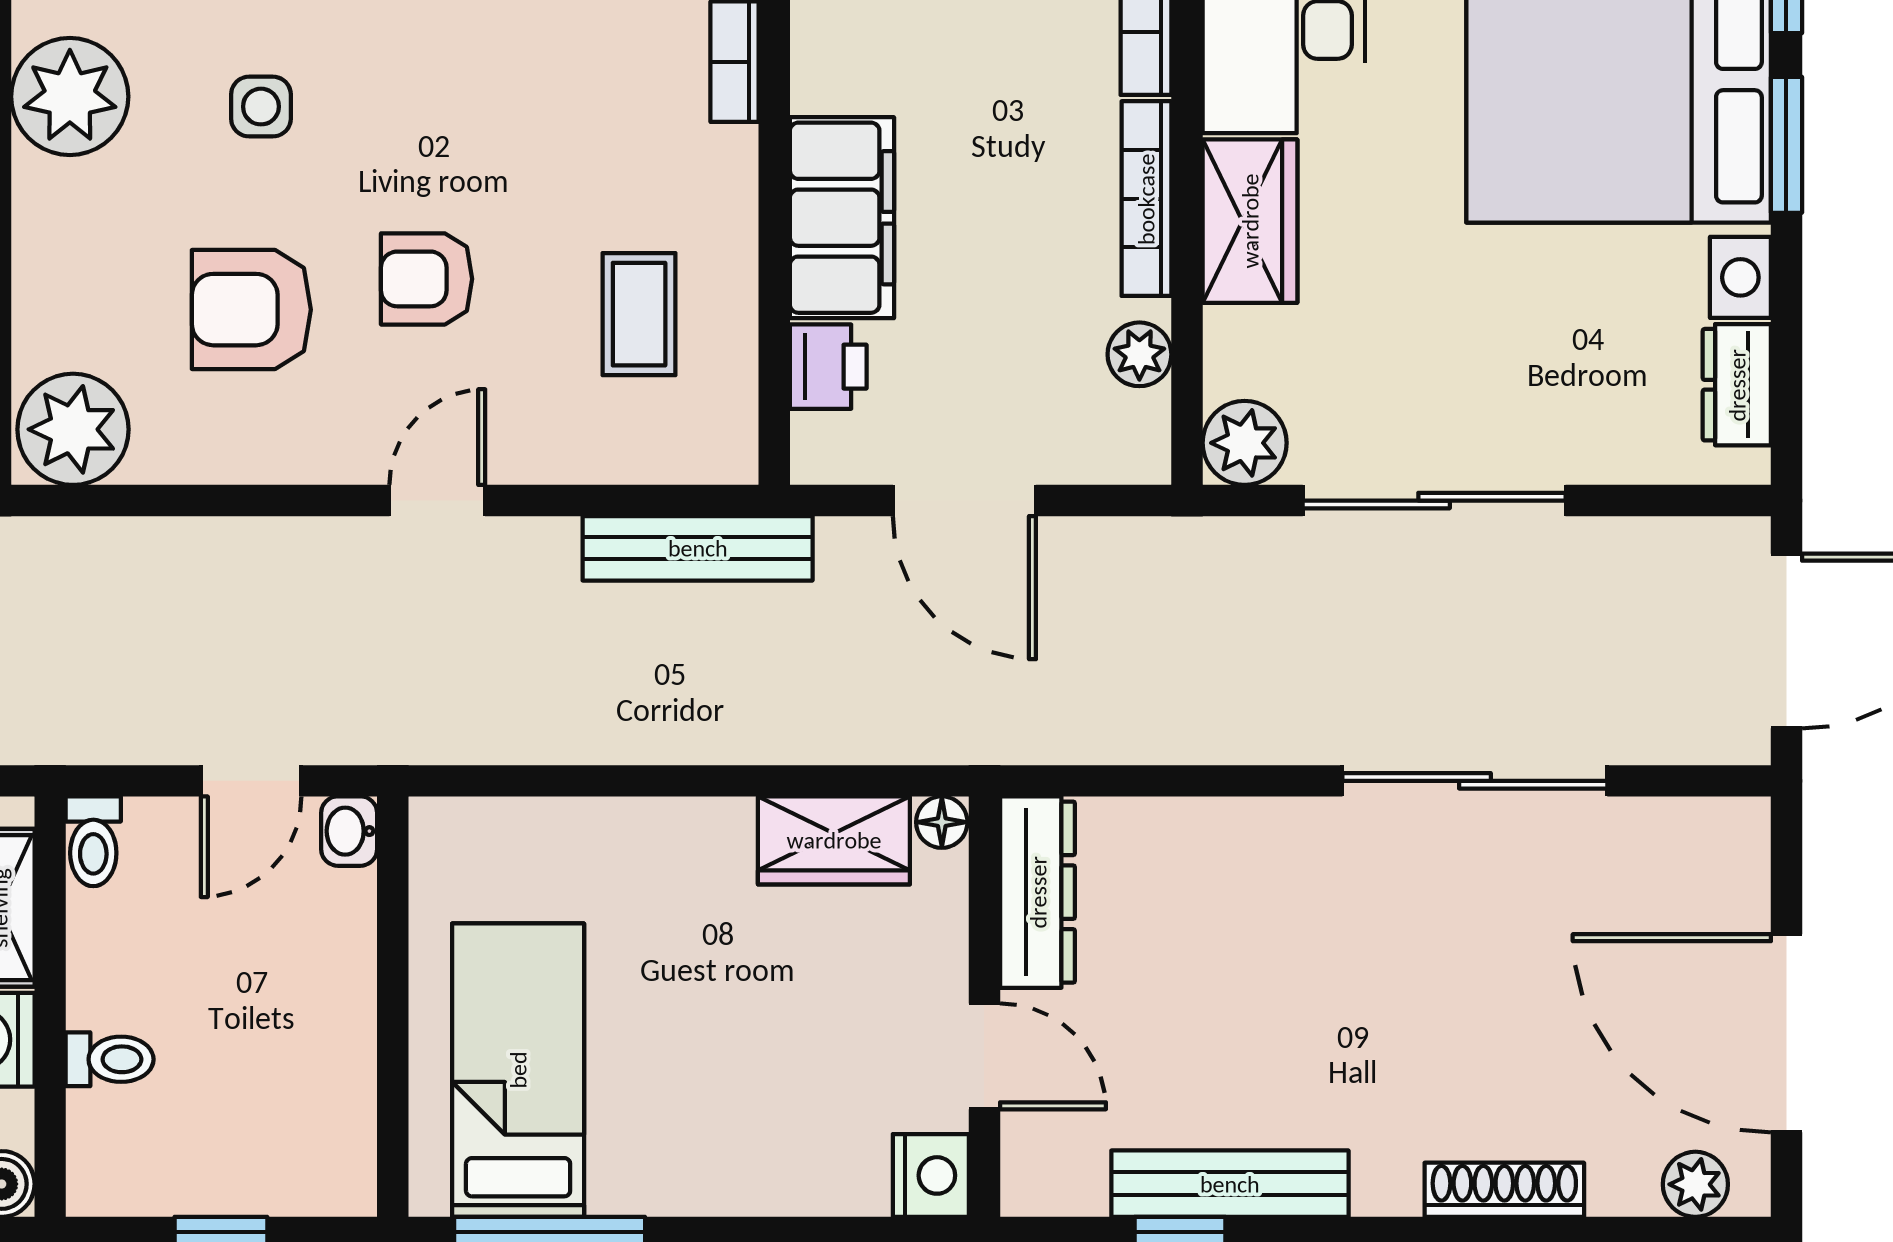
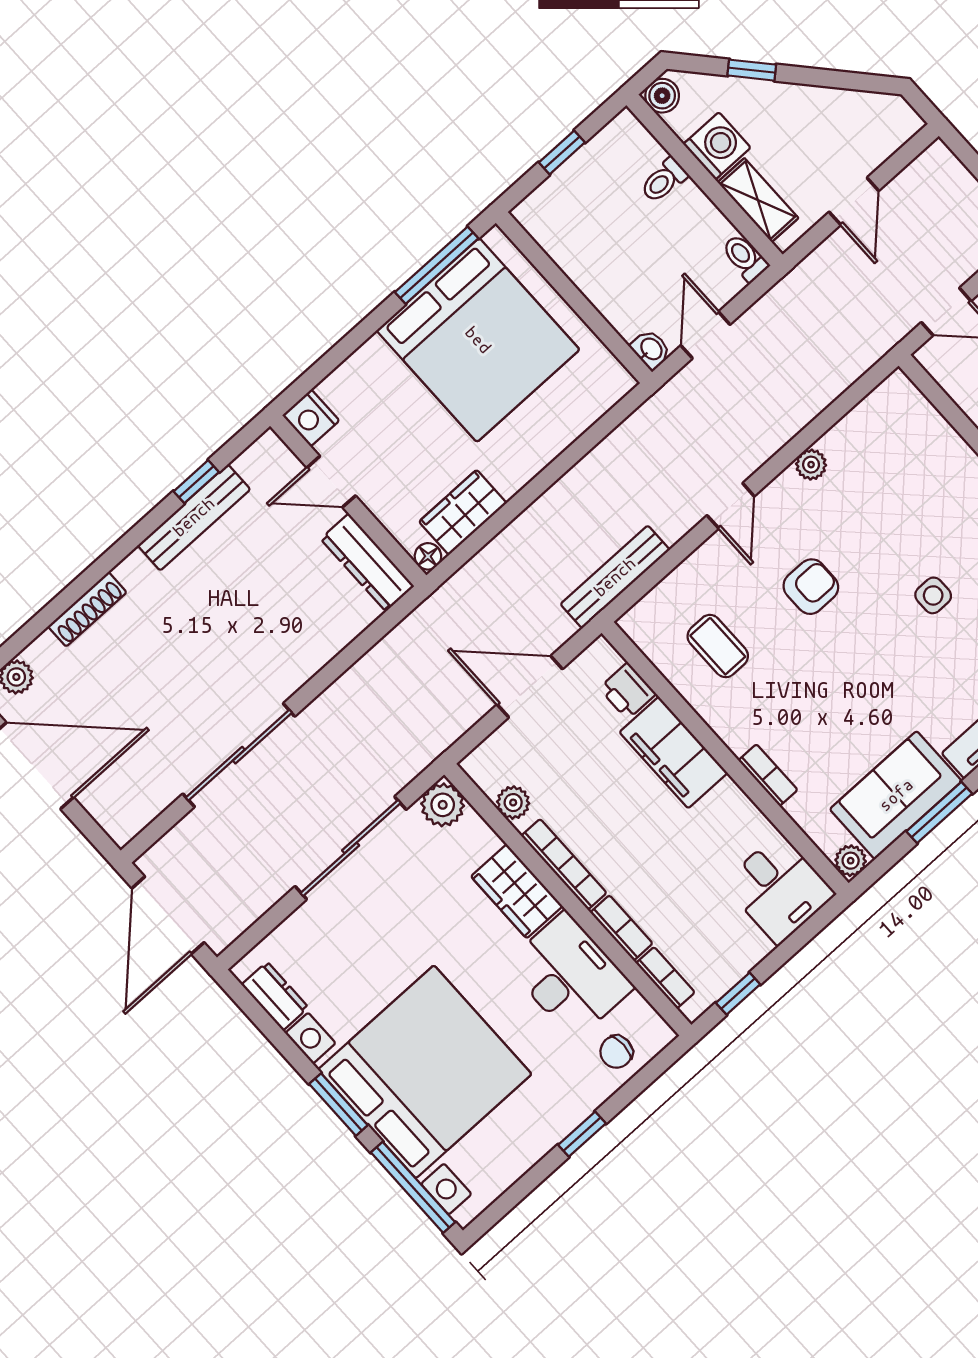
armchair: (251, 310) -> (867, 515), removed
plant: (73, 429) -> (811, 465), moved, width x0.53, depth x0.53
bed: (518, 1070) -> (478, 340), width x2.04

